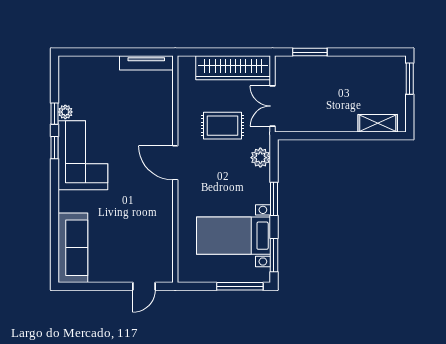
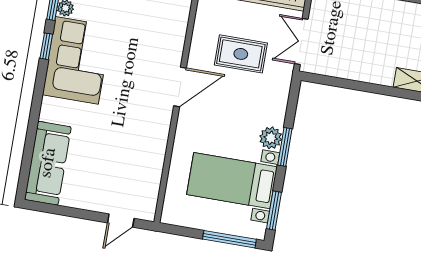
plant: (260, 158) -> (271, 138), moved
door: (175, 163) -> (180, 87), swing flipped

